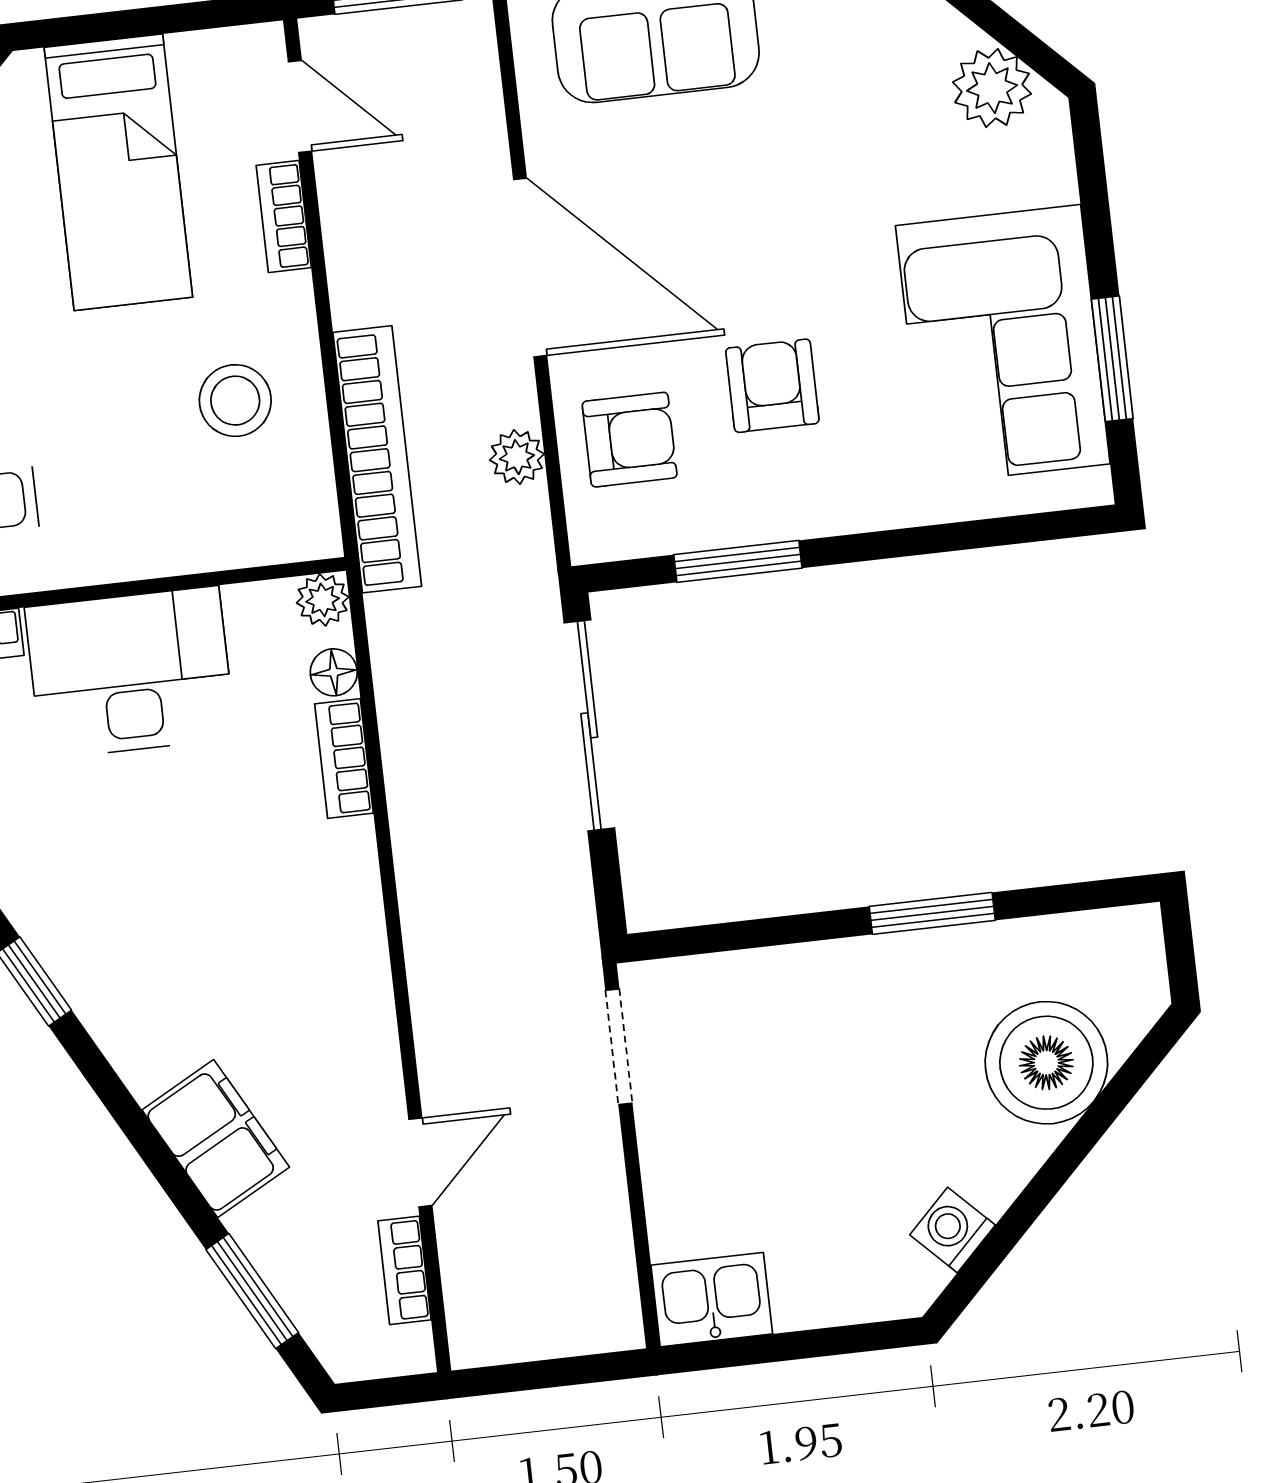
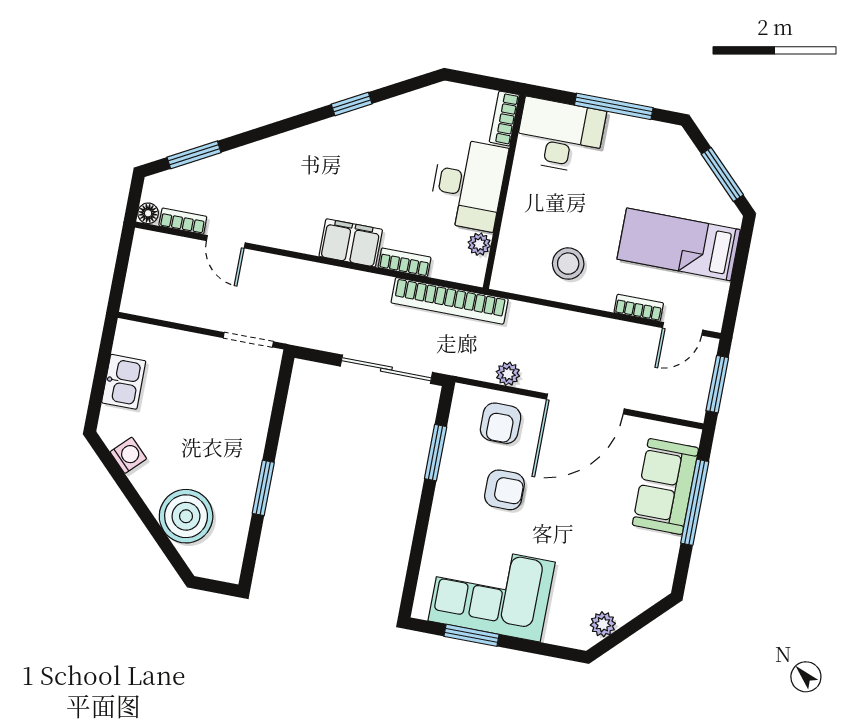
plant: (992, 88) -> (603, 624), width x0.73, depth x0.73
bookcase: (377, 459) -> (450, 301), moved
plant: (323, 600) -> (479, 244), moved
floor lamp: (334, 672) -> (148, 213), moved
filing cabinet: (216, 1139) -> (351, 243), moved, turned -151
kitchen sink: (712, 1300) -> (124, 382), moved

